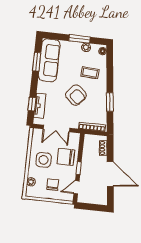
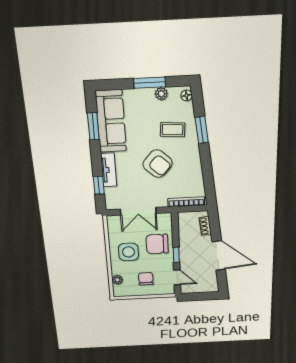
window: (110, 102) -> (202, 130), moved
tv unit: (40, 106) -> (109, 170), moved
door: (77, 187) -> (177, 277), swing flipped

